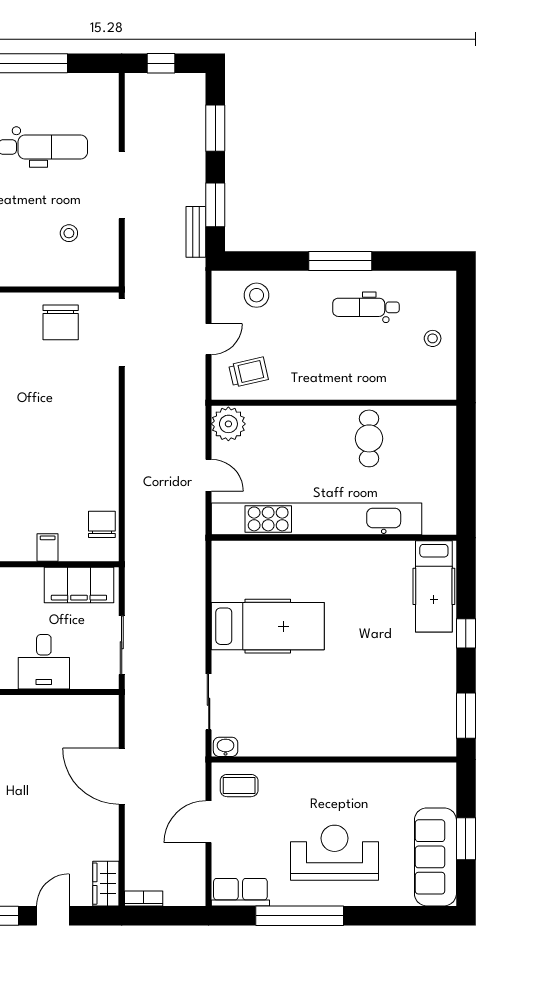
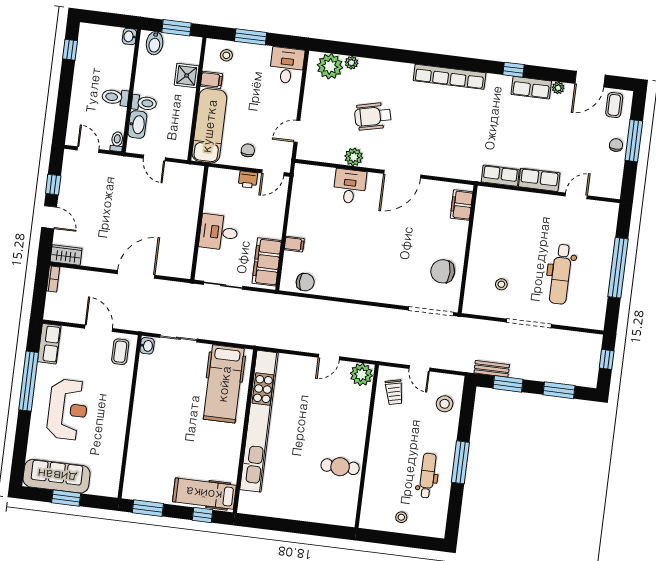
kitchen unit: (316, 519) -> (259, 421), moved
wall: (334, 538) -> (245, 431), moved
hospital bed: (434, 586) -> (204, 494), moved

